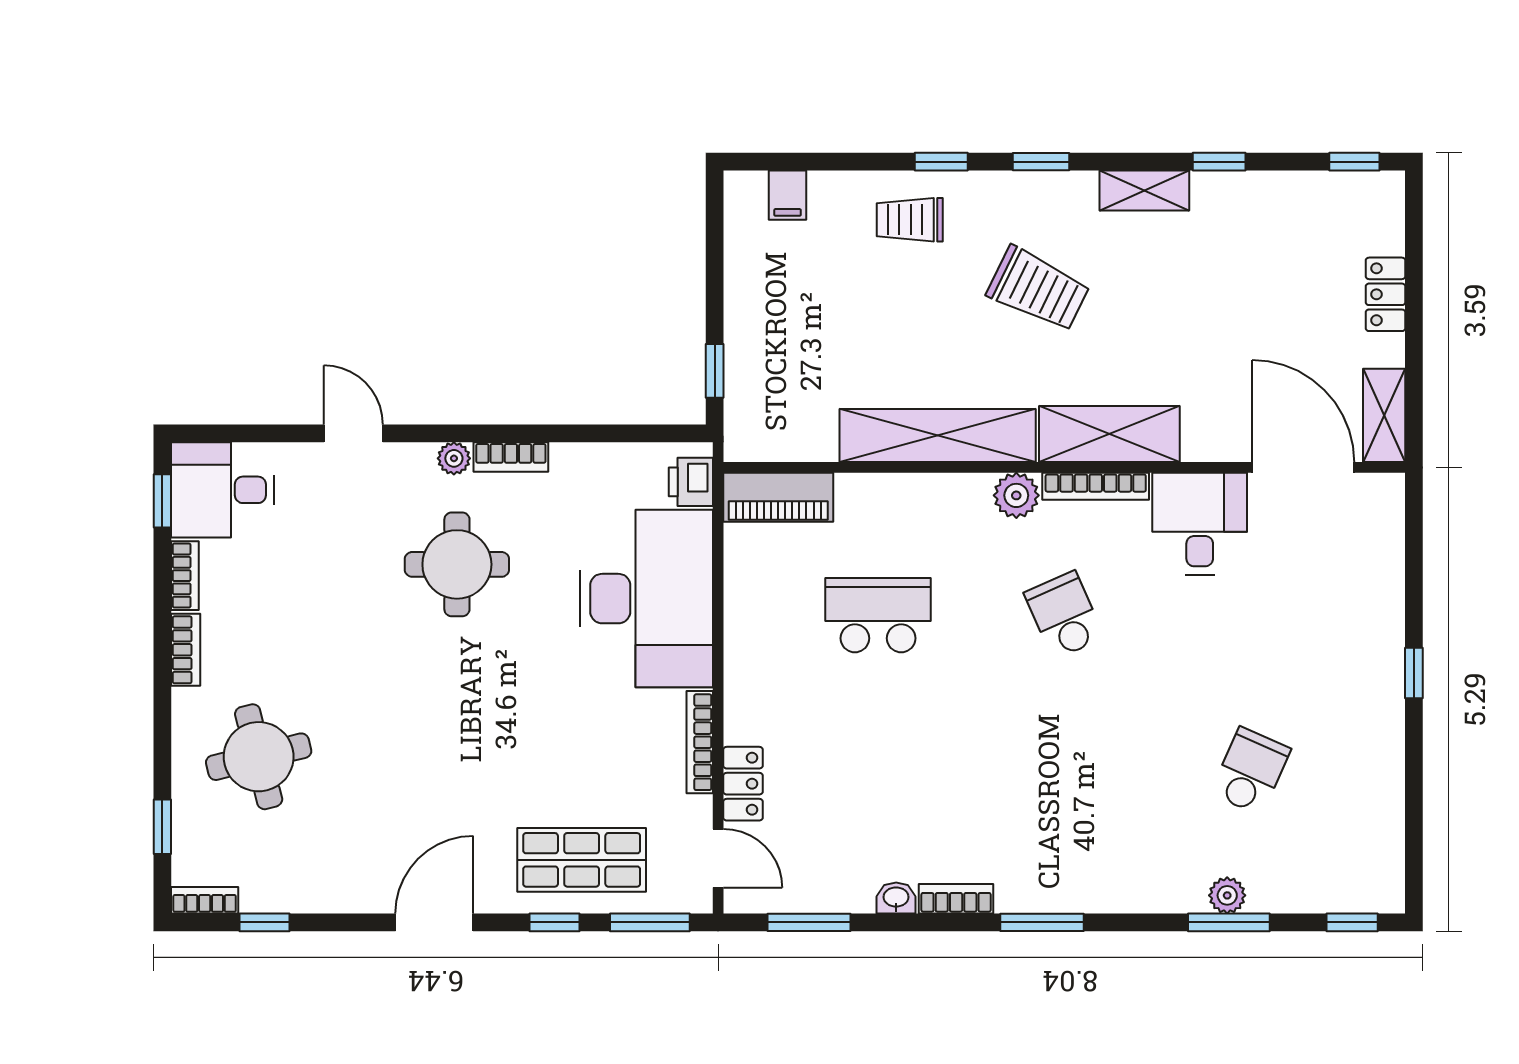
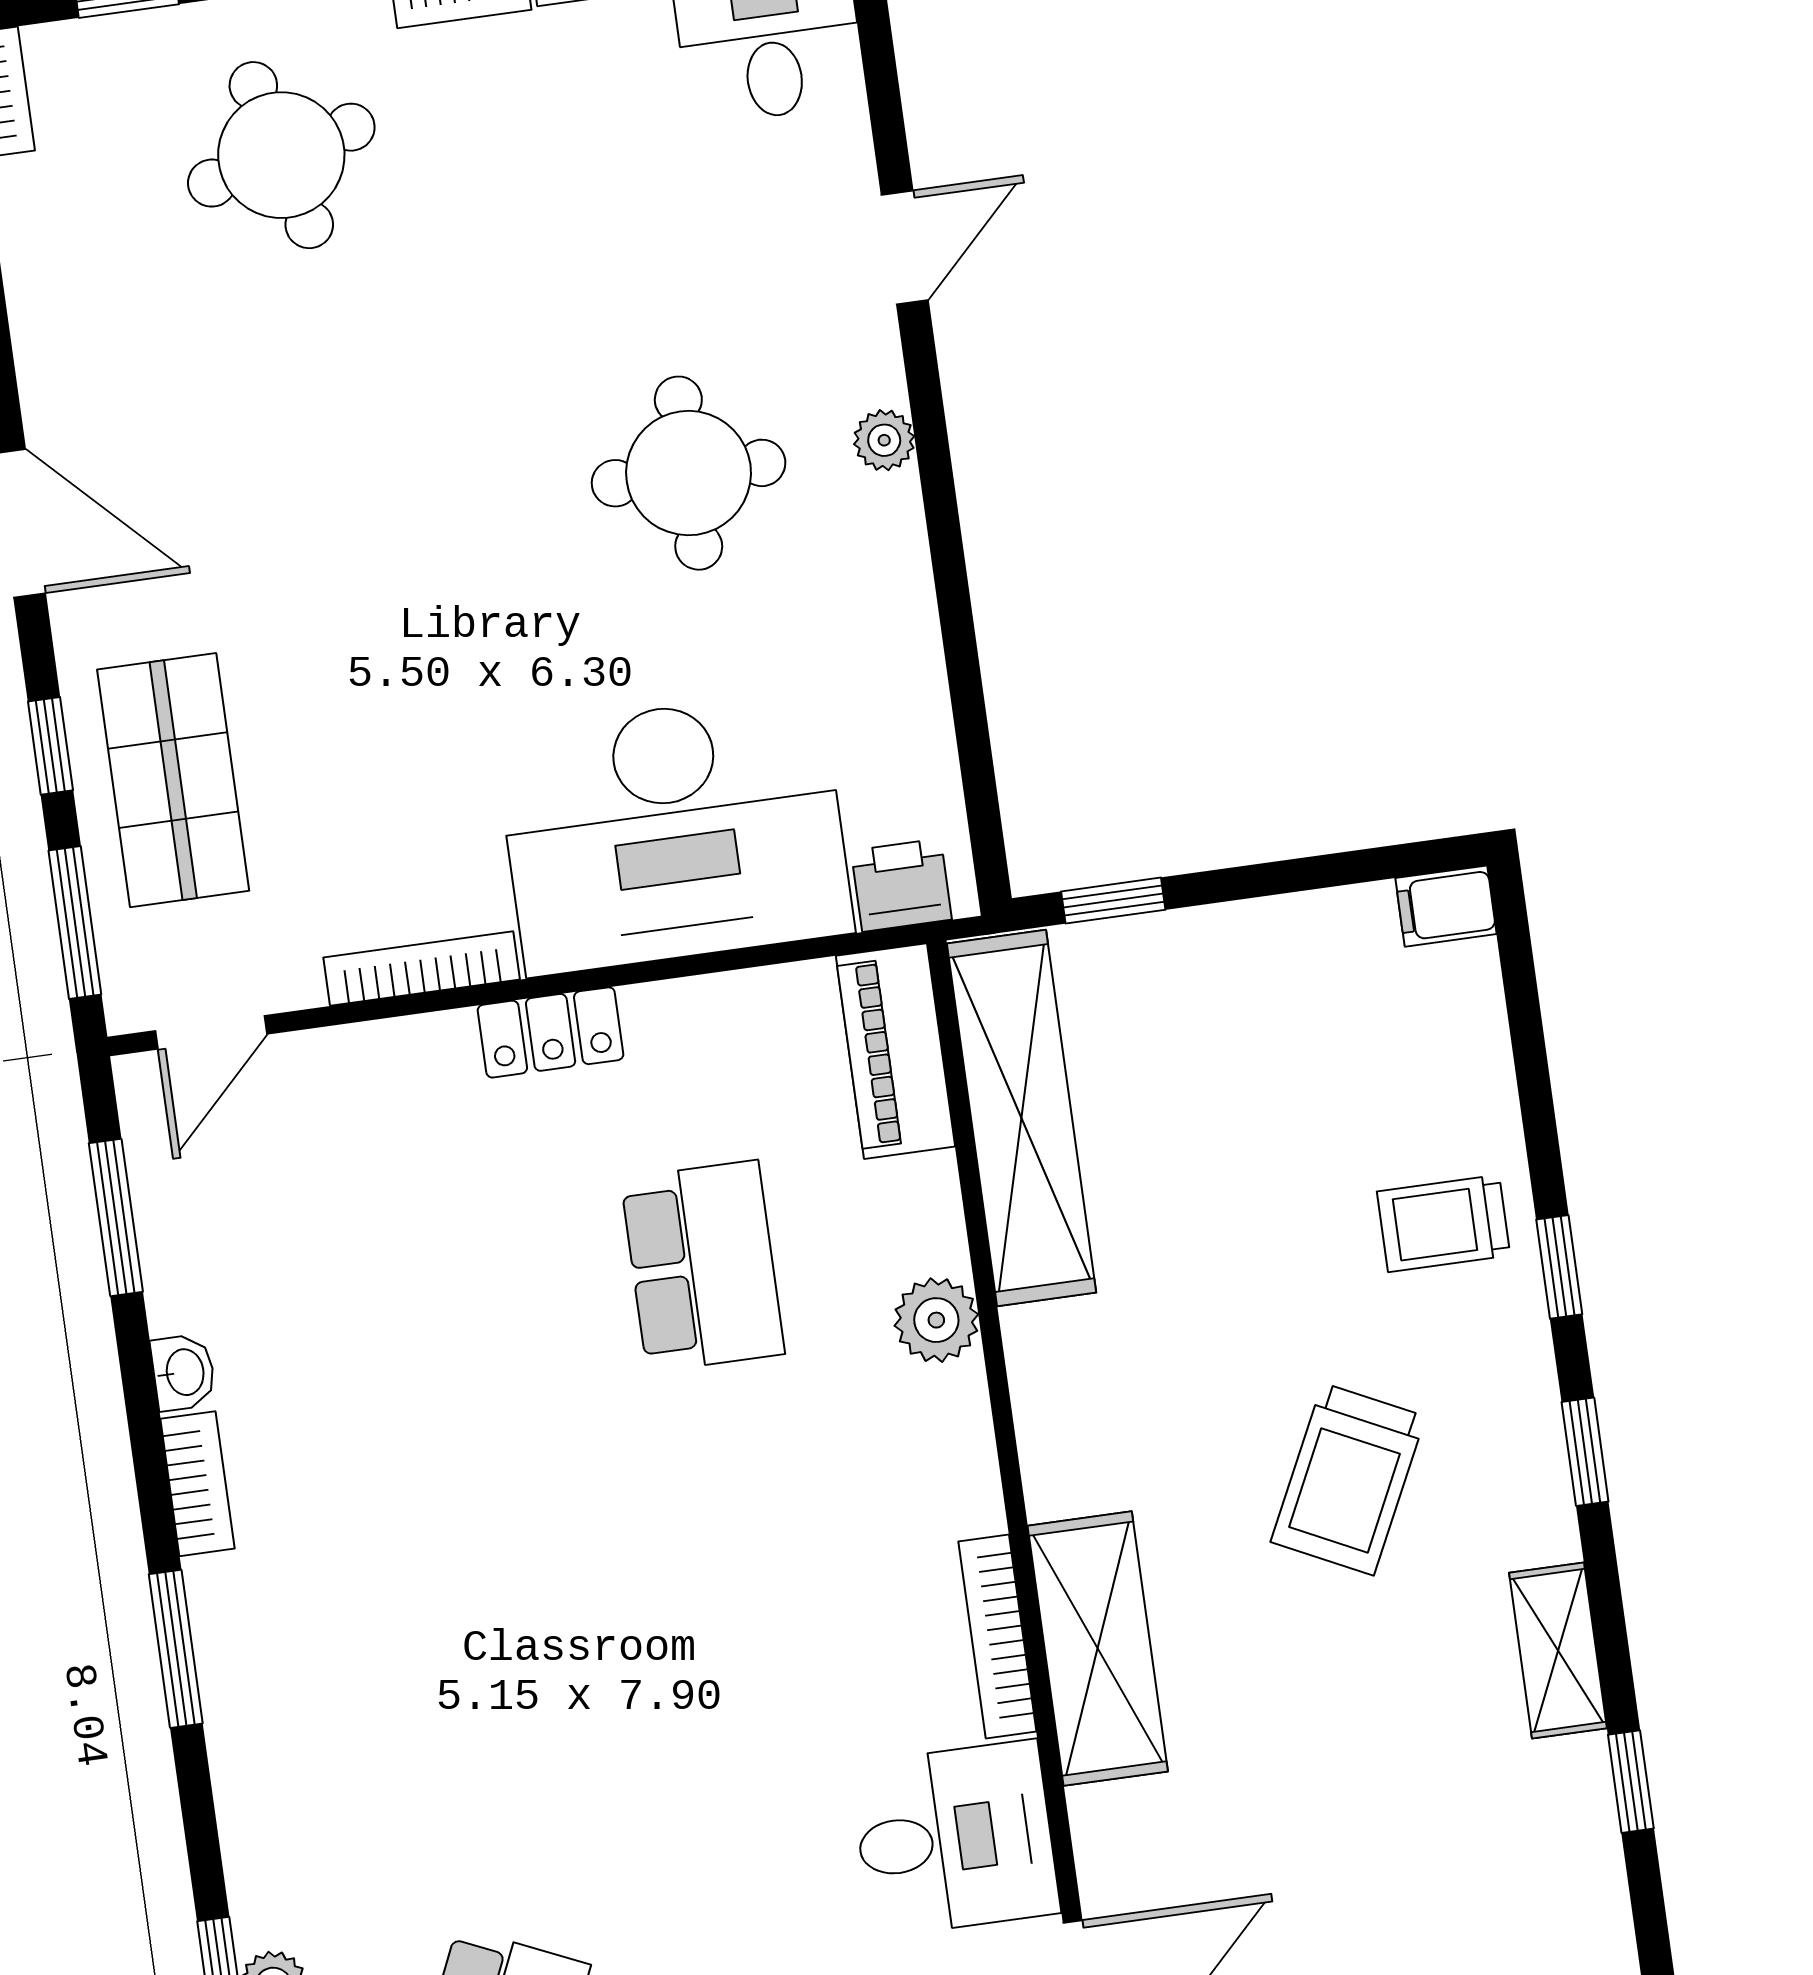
filing cabinet: (788, 195) -> (1446, 906), moved
trolley: (910, 220) -> (1443, 1223), turned -90
shelving: (938, 435) -> (1021, 1118), moved
bookcase: (511, 457) -> (902, 545), removed
plant: (1016, 495) -> (936, 1320), moved
school desk: (1064, 615) -> (751, 1611), removed
locker: (743, 784) -> (551, 1032), moved

